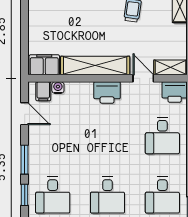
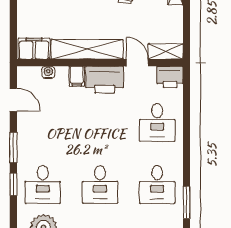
filing cabinet: (43, 91) -> (77, 76), moved
printer: (107, 92) -> (105, 80), width x1.37, depth x1.19

